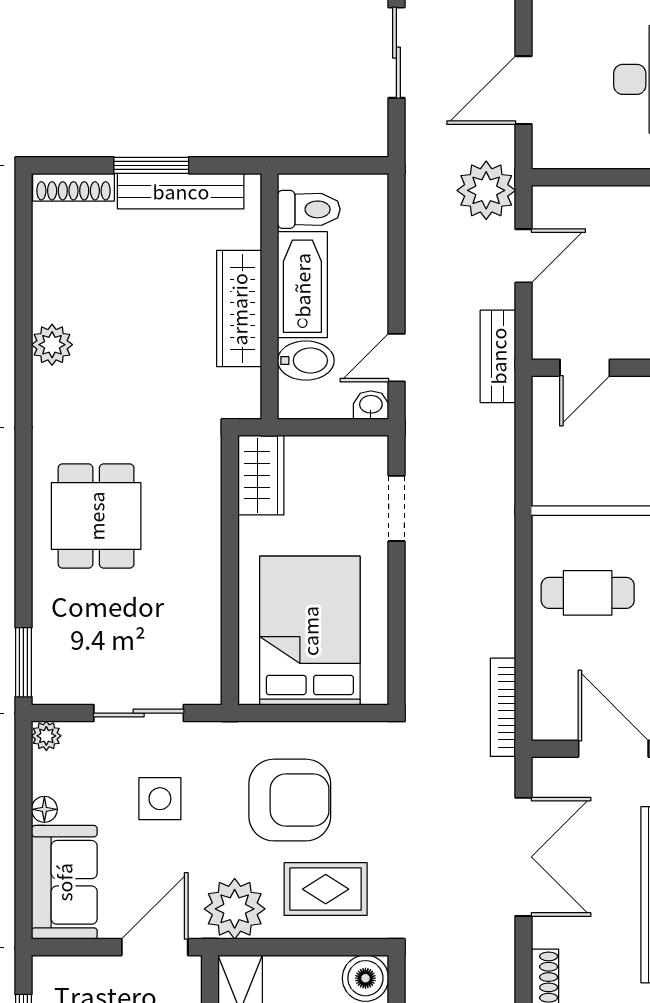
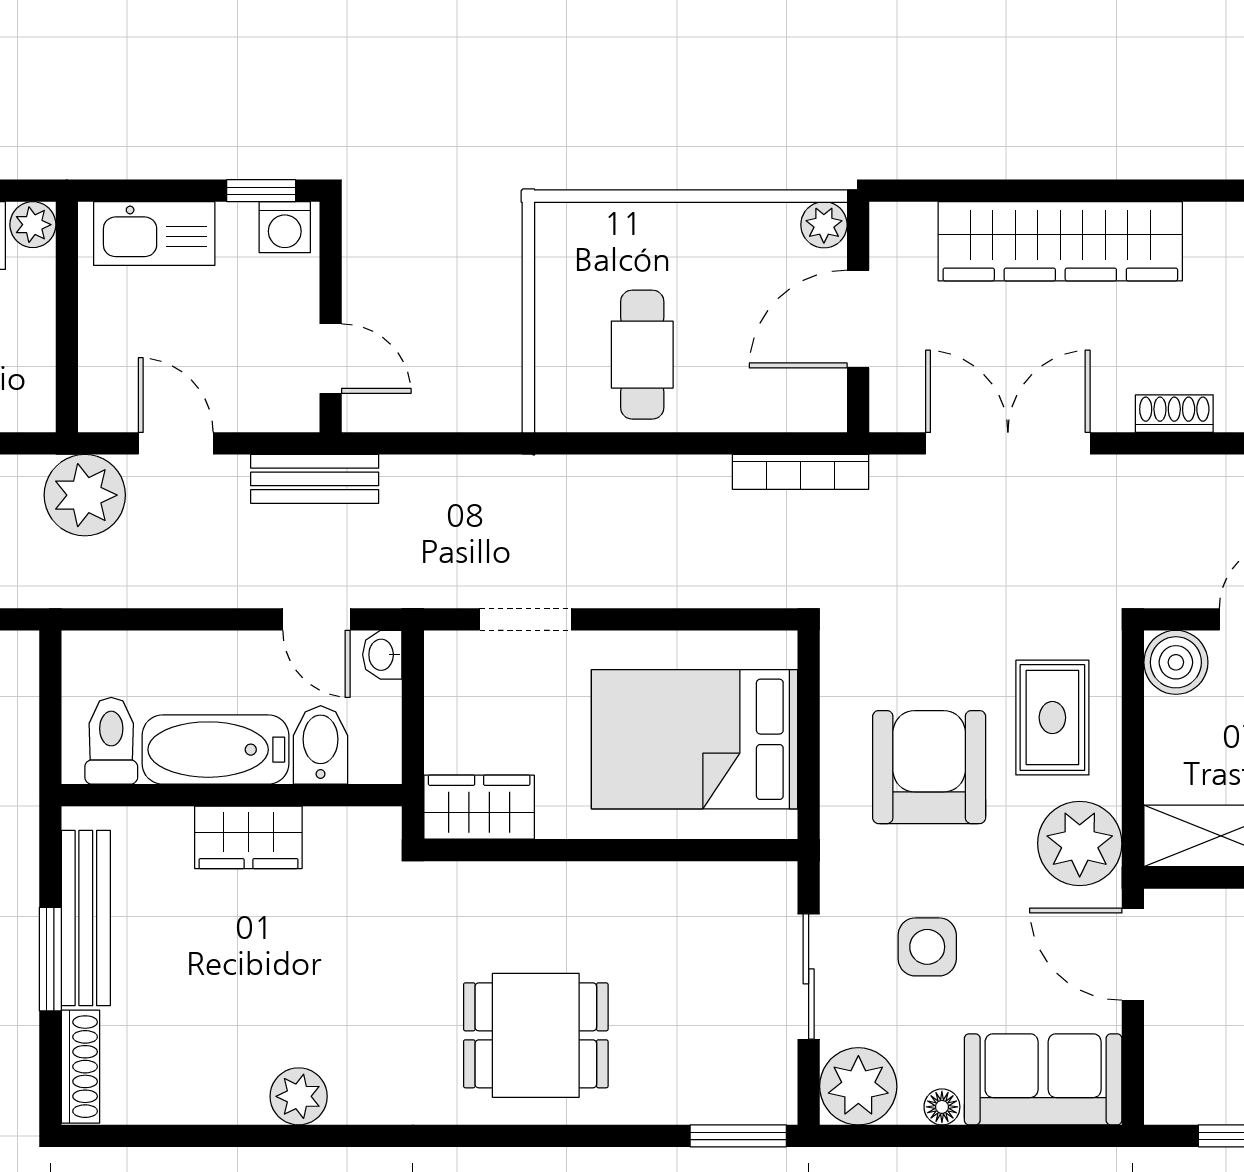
wardrobe: (239, 309) -> (248, 837), width x0.67
plant: (46, 736) -> (858, 1086), width x1.87, depth x1.87

